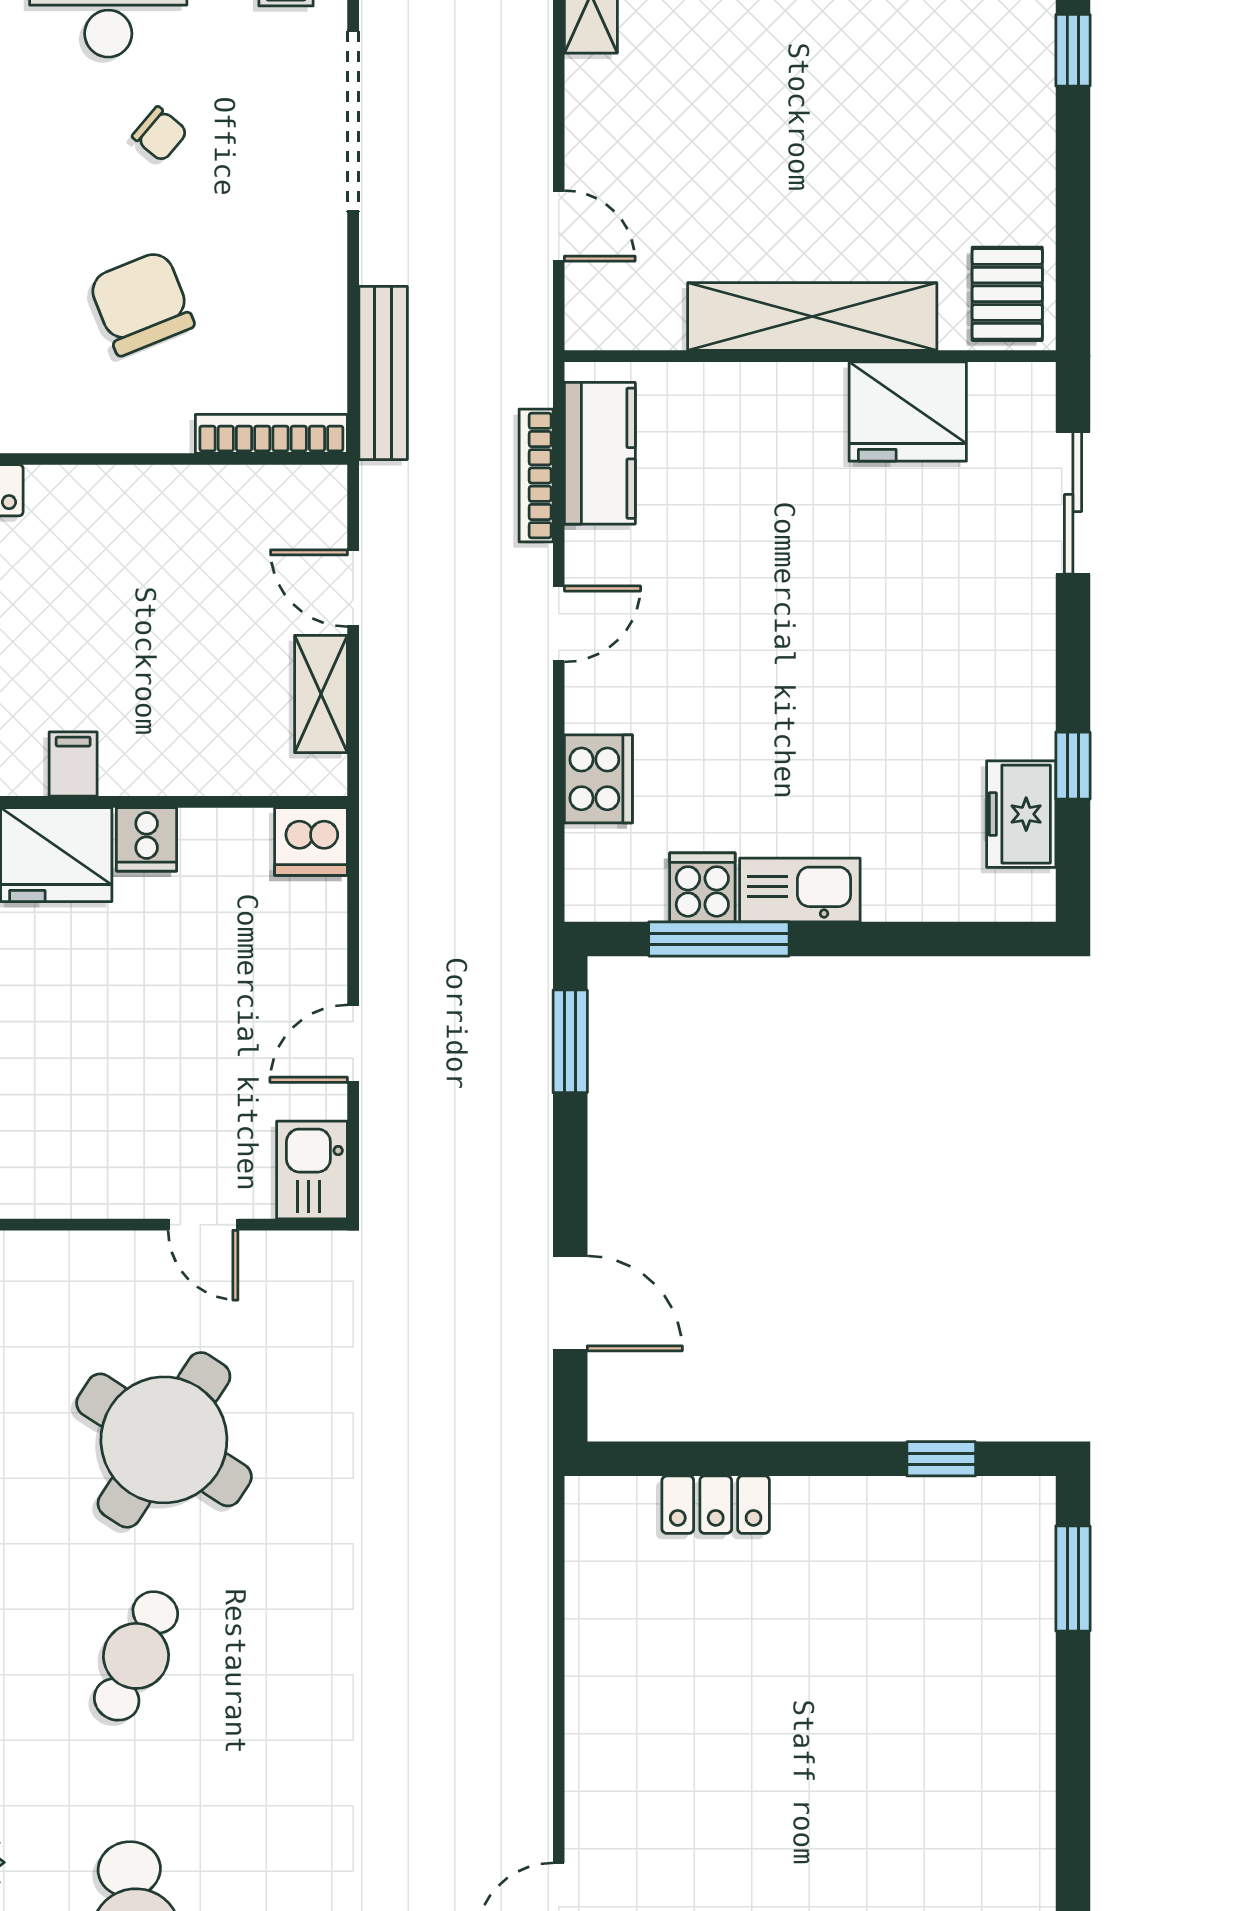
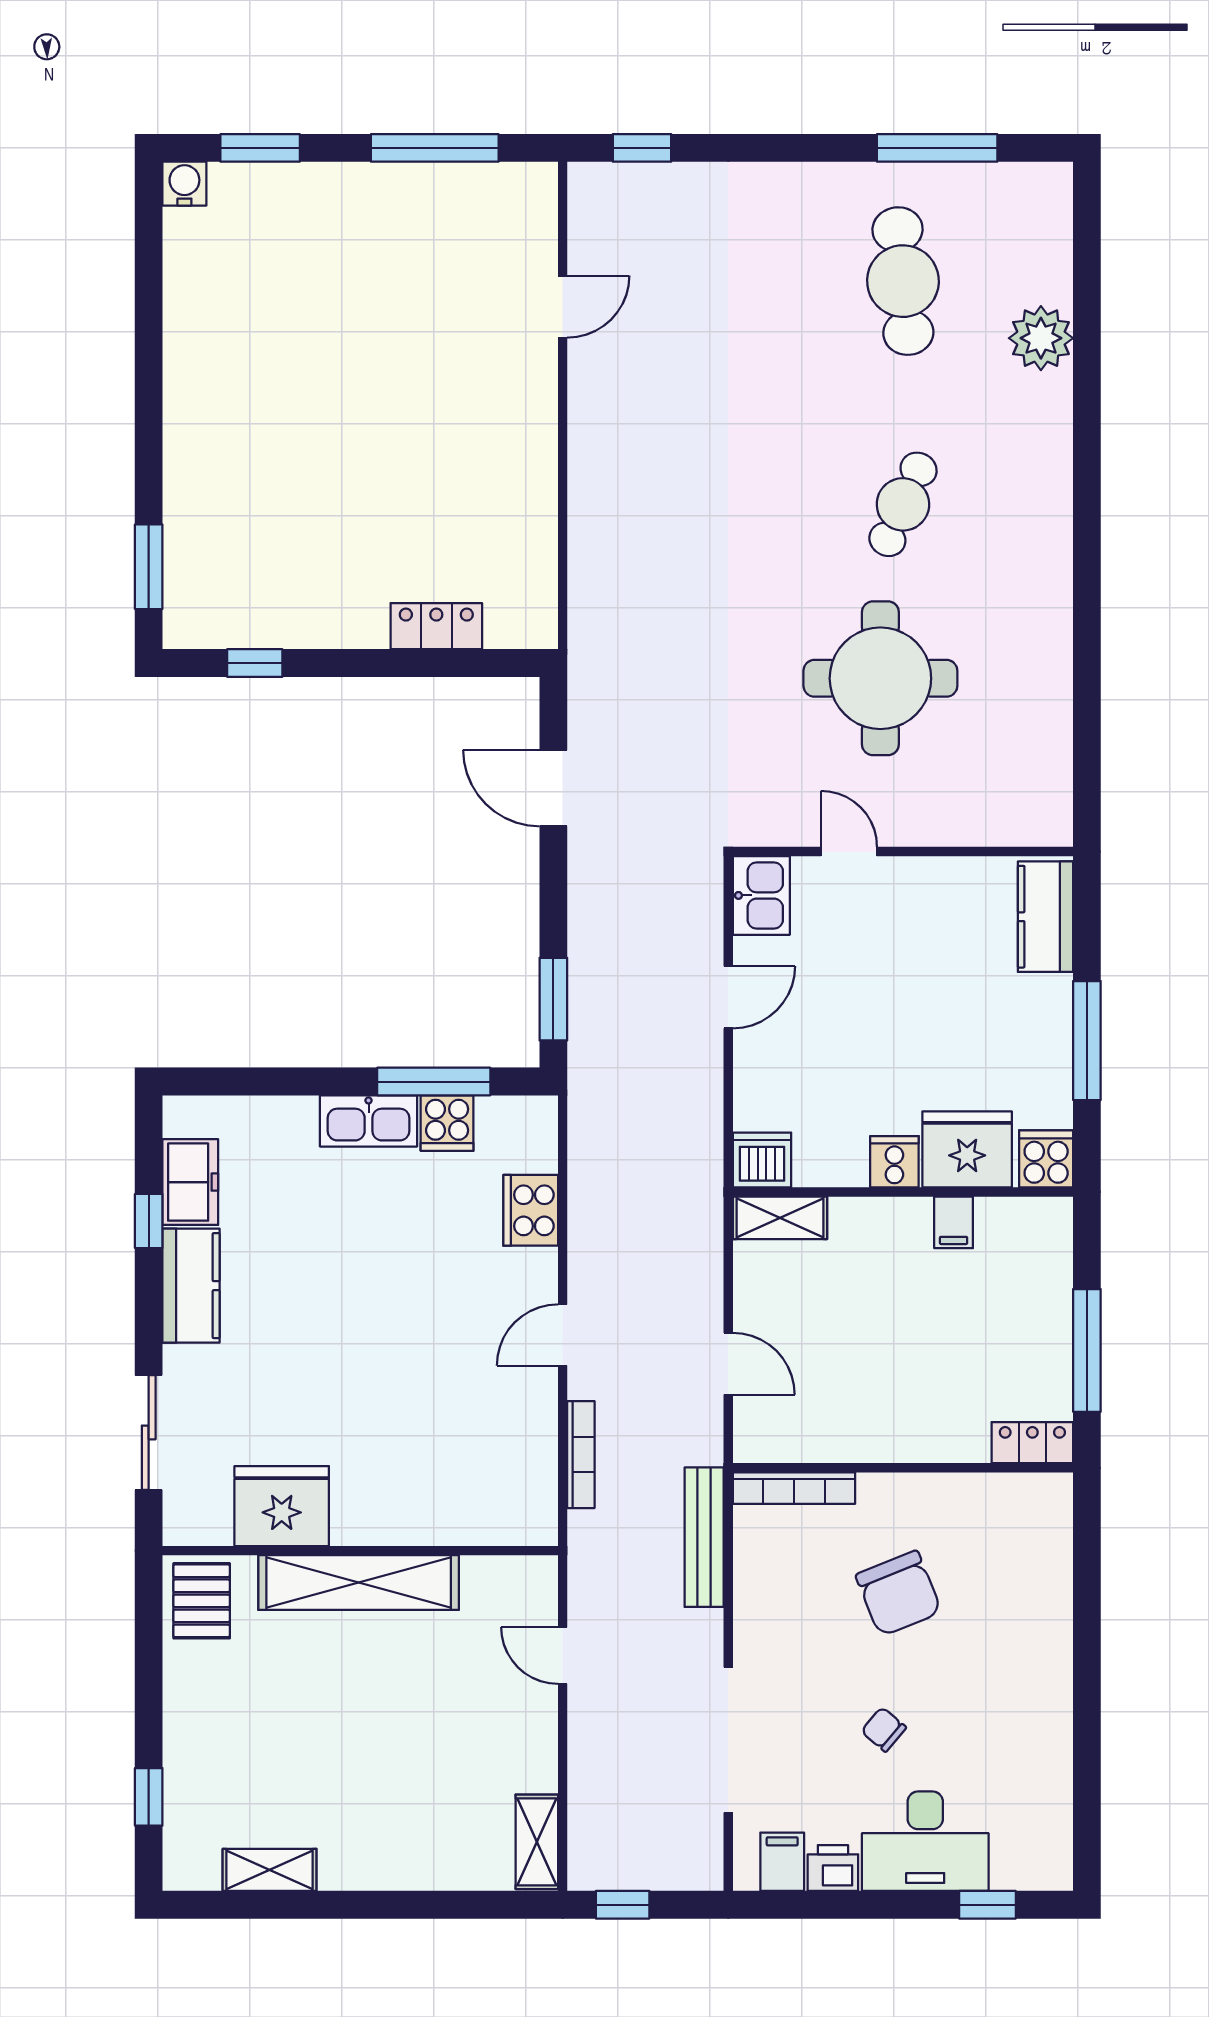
kitchen counter: (600, 453) -> (191, 1286), moved, turned 180
shelving: (321, 694) -> (780, 1218), moved, turned 90
round table: (164, 1440) -> (880, 678), turned -33

